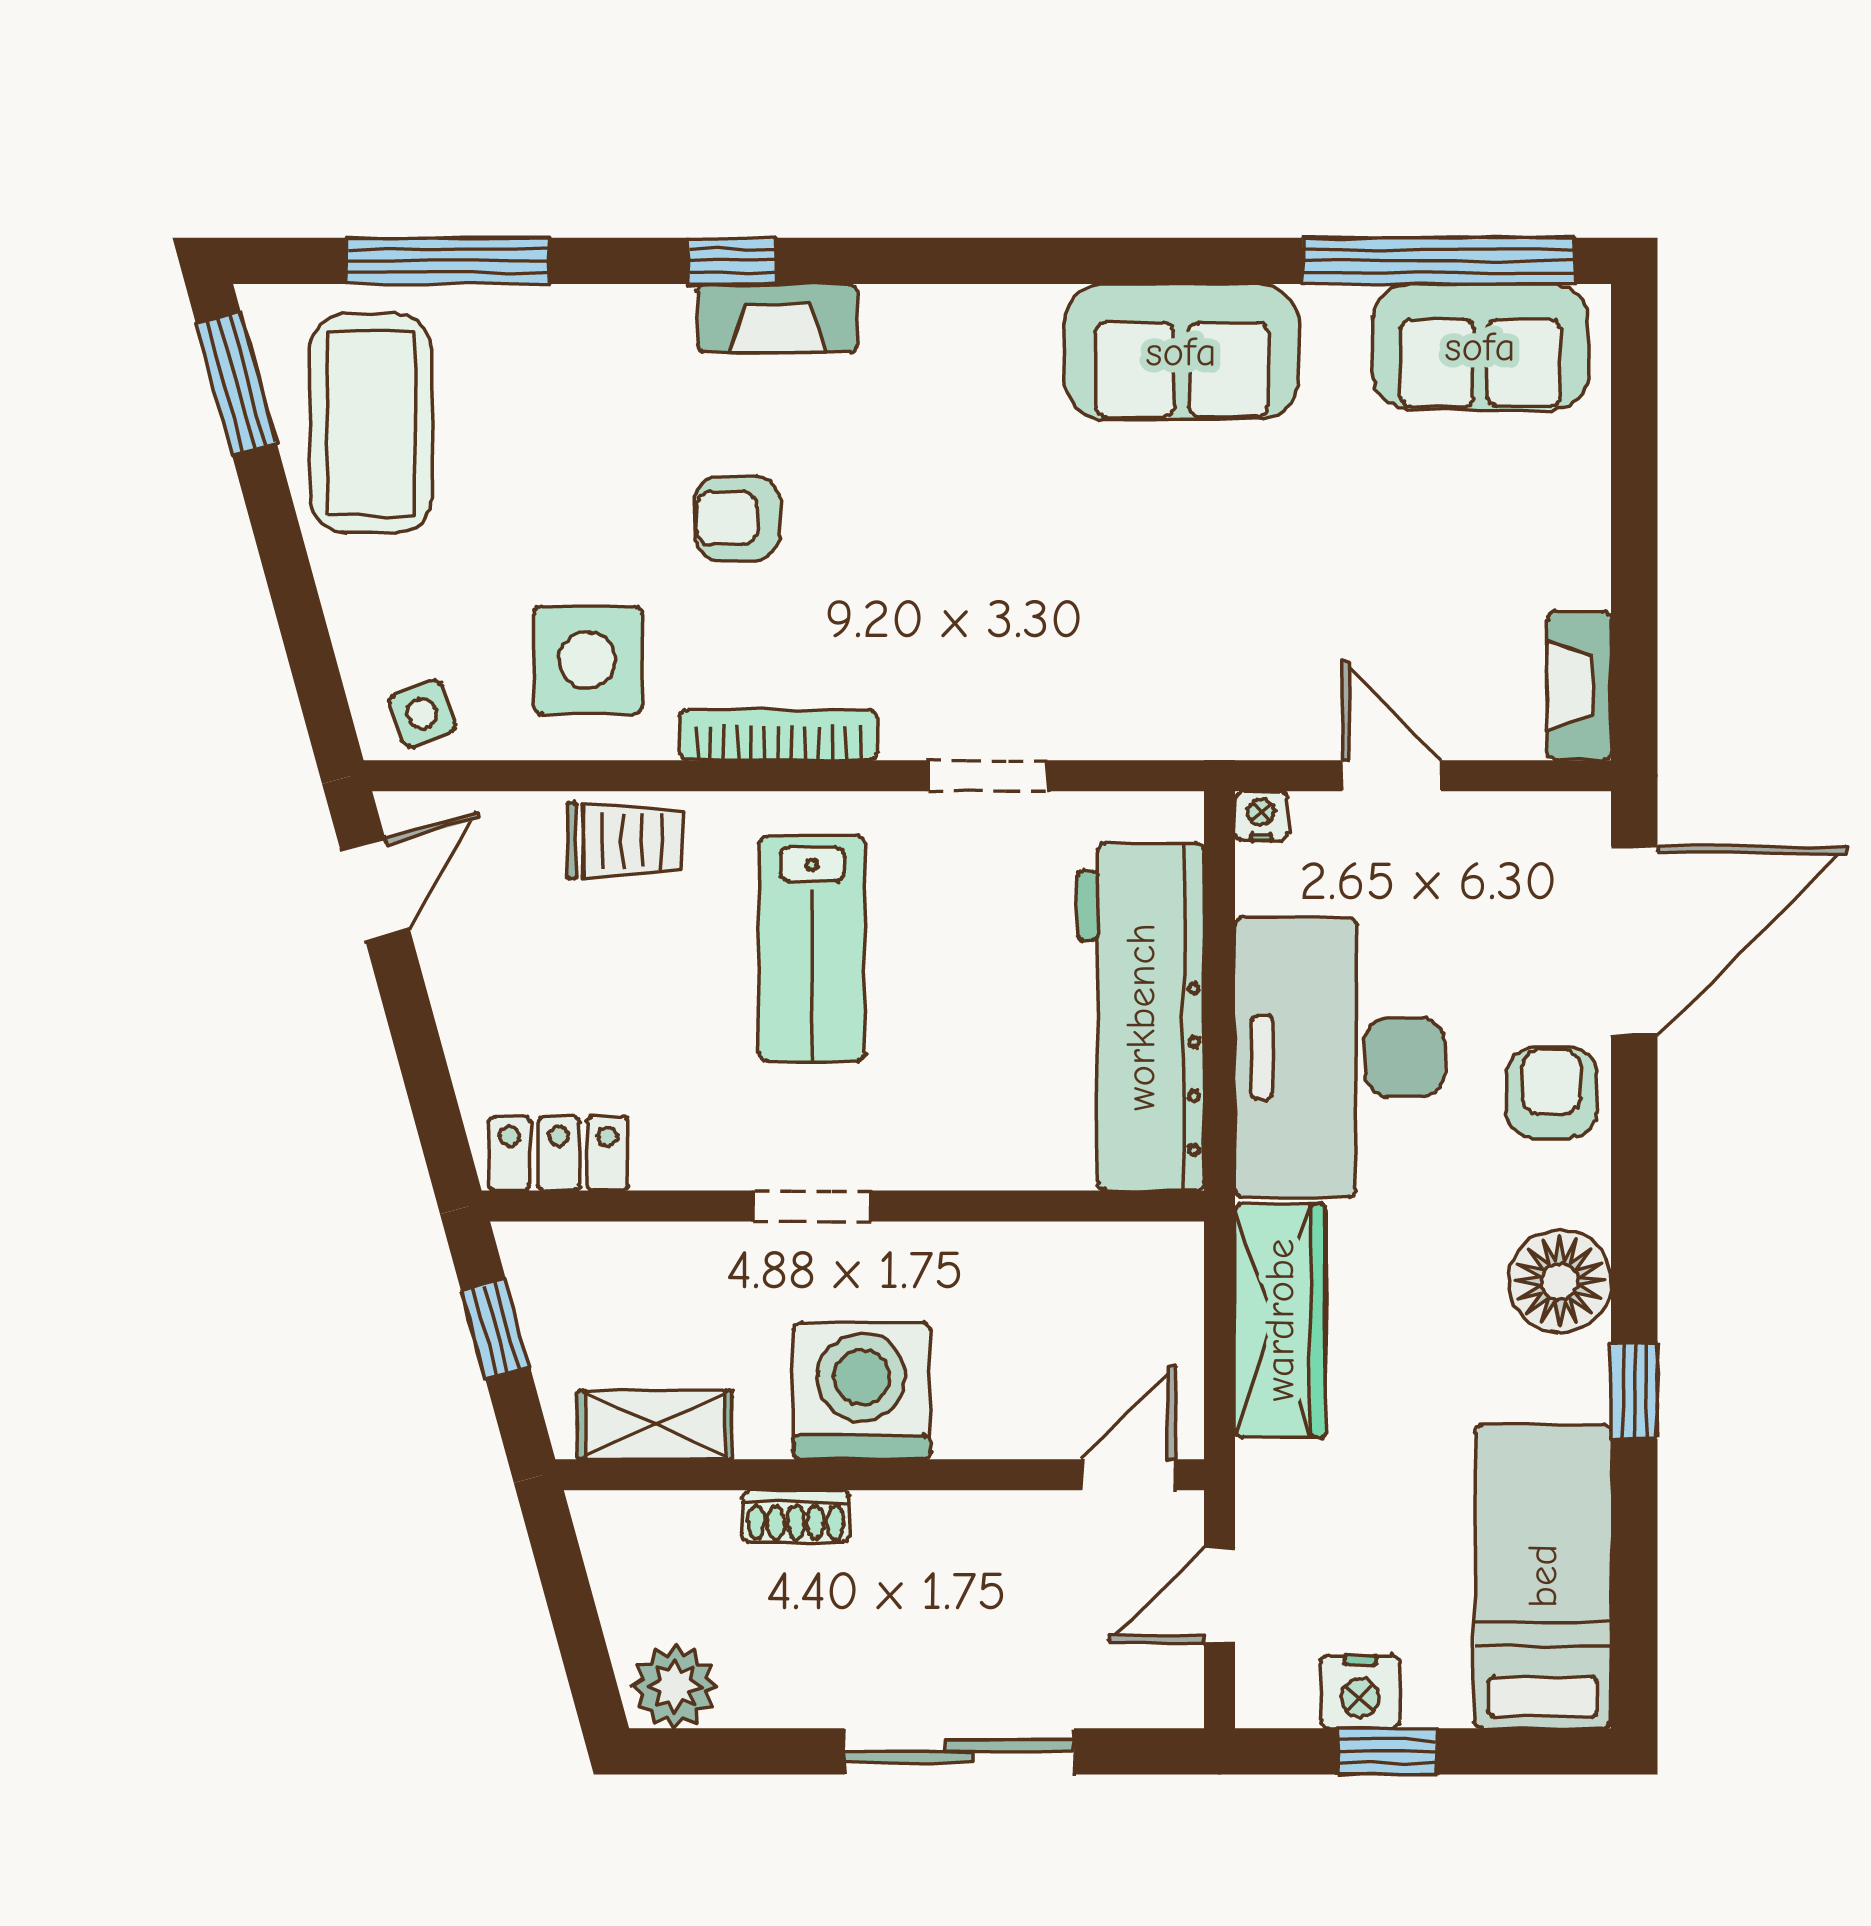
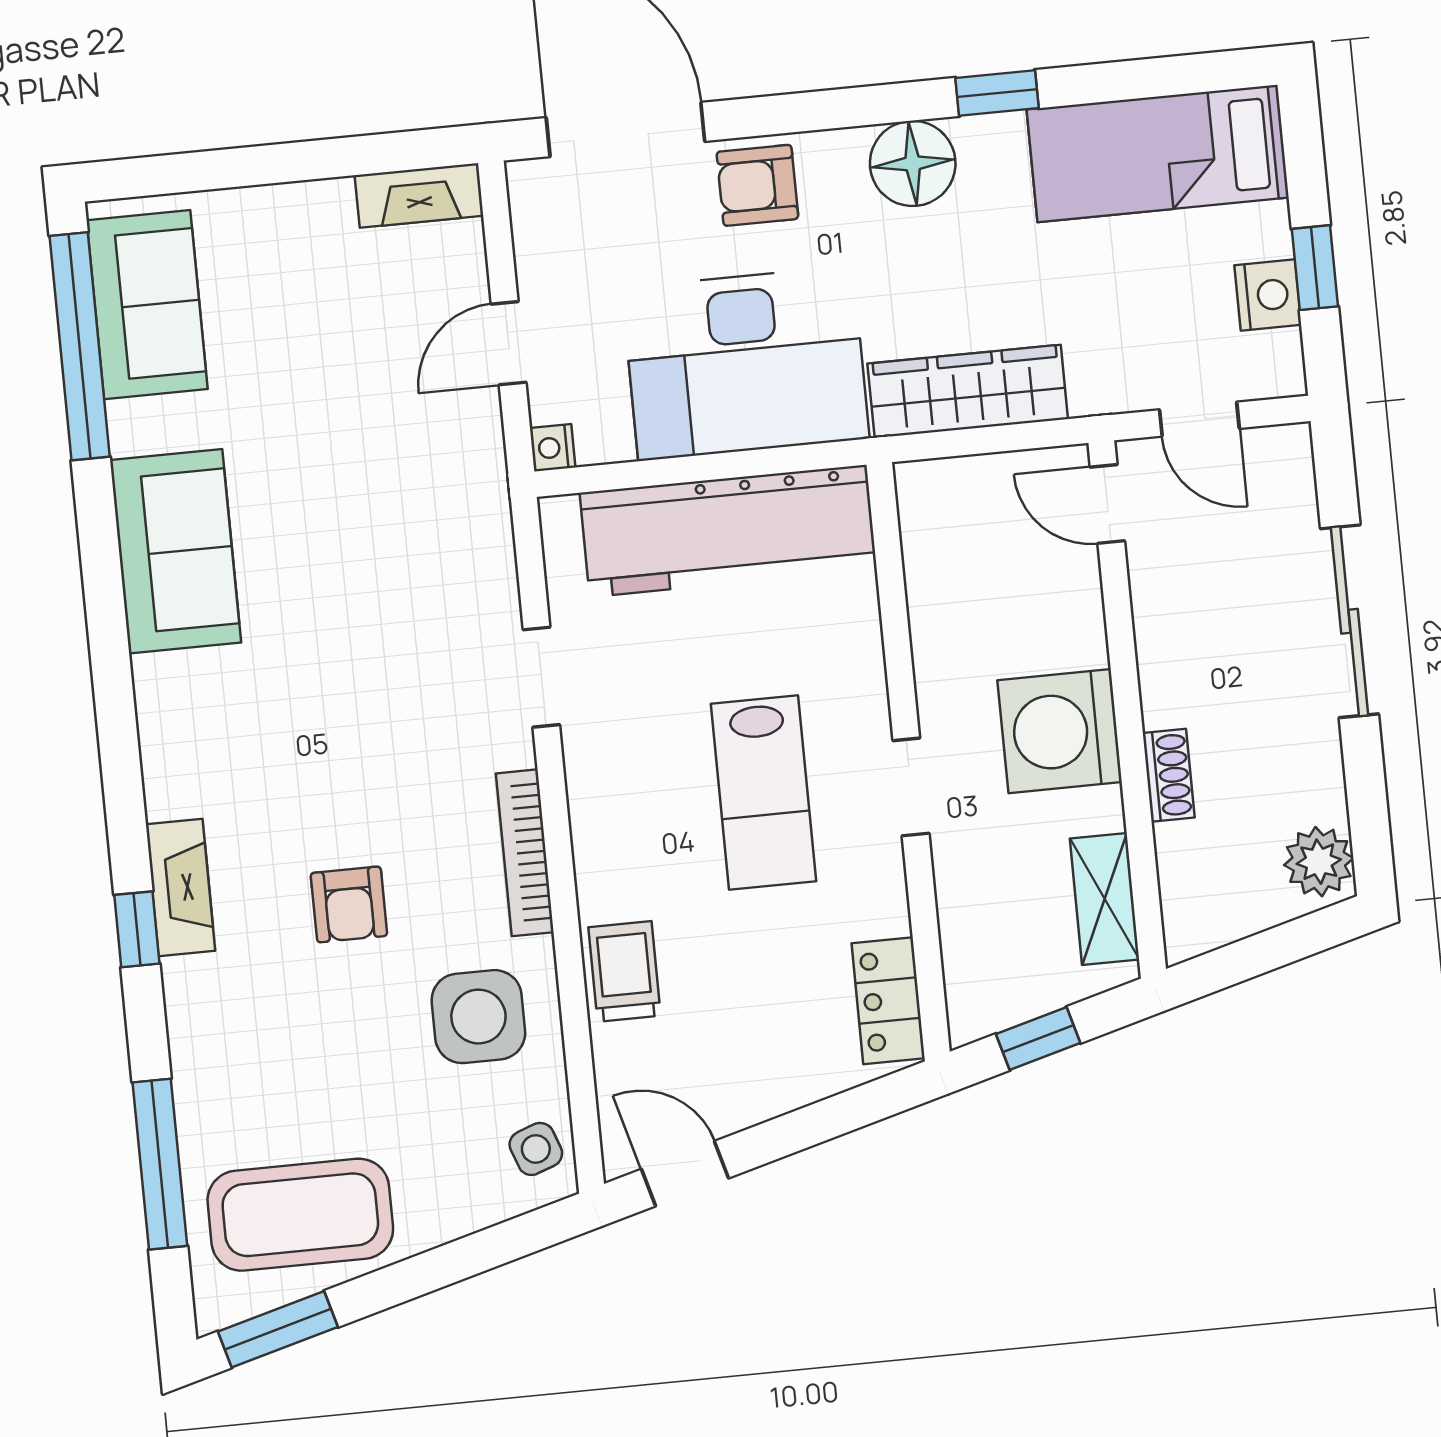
lab bench: (812, 949) -> (764, 792), moved, turned 90

